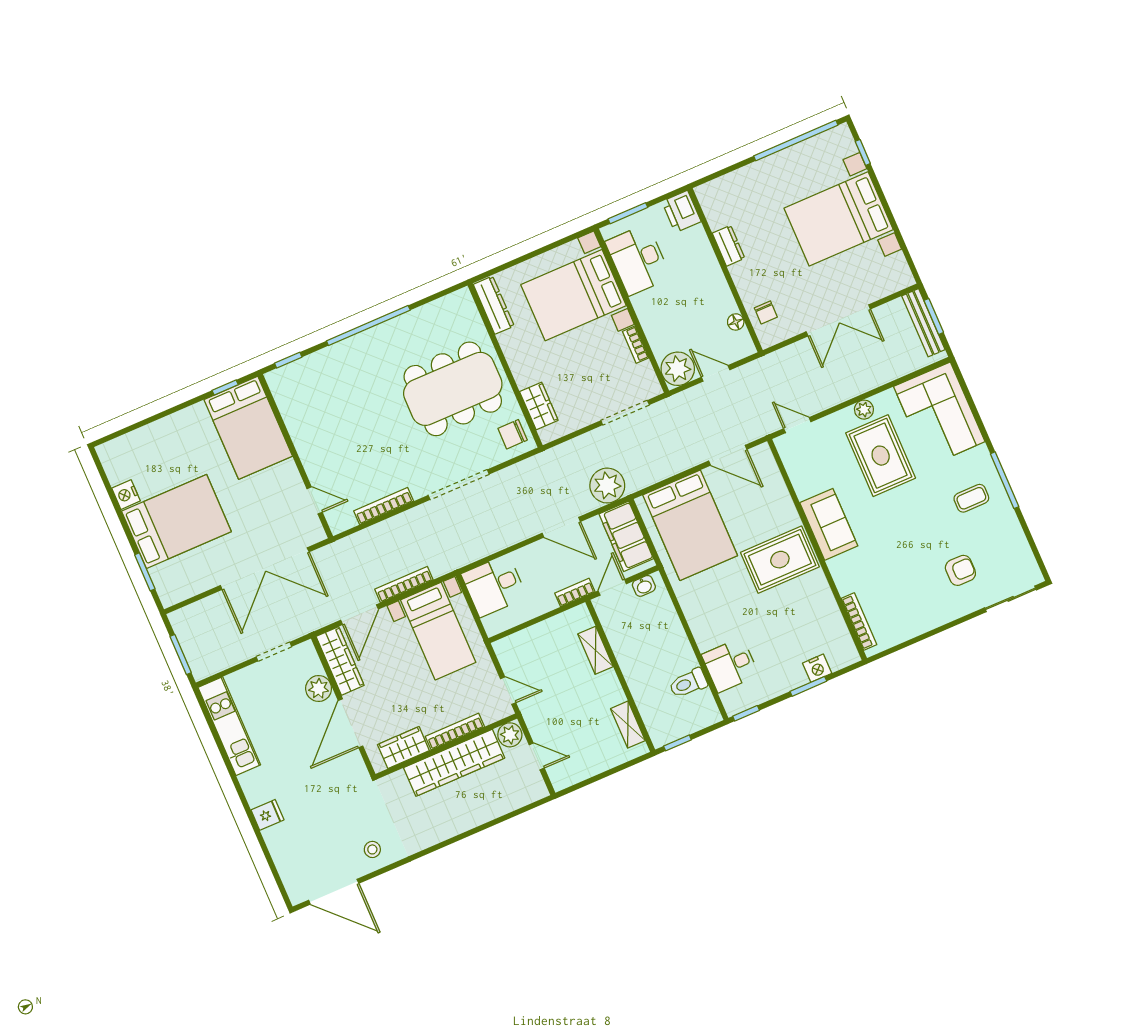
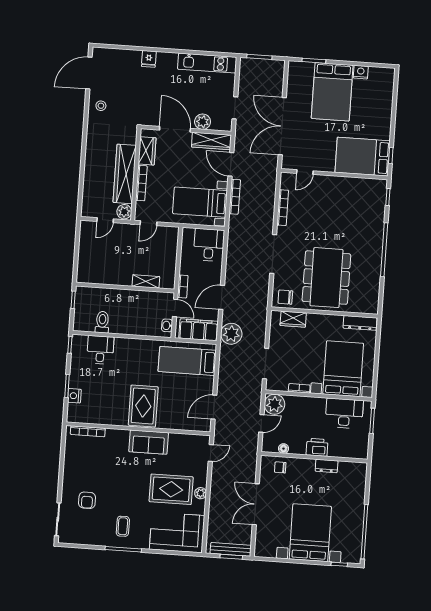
printer: (681, 212) -> (317, 447), moved
chair: (513, 434) -> (285, 297), turned -90
bed: (690, 525) -> (187, 361), width x0.67
shelving: (628, 725) -> (97, 278), removed

